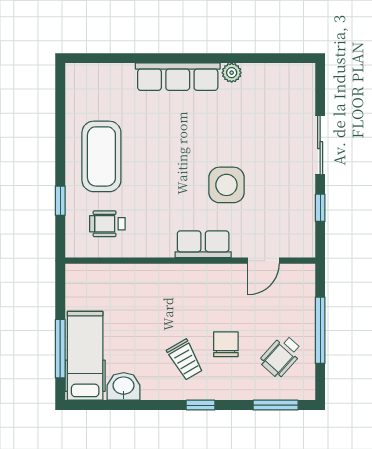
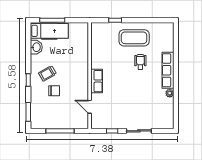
side table: (226, 185) -> (122, 91), removed
wheelchair: (107, 224) -> (140, 62), moved
wheelchair: (281, 356) -> (49, 114), removed

